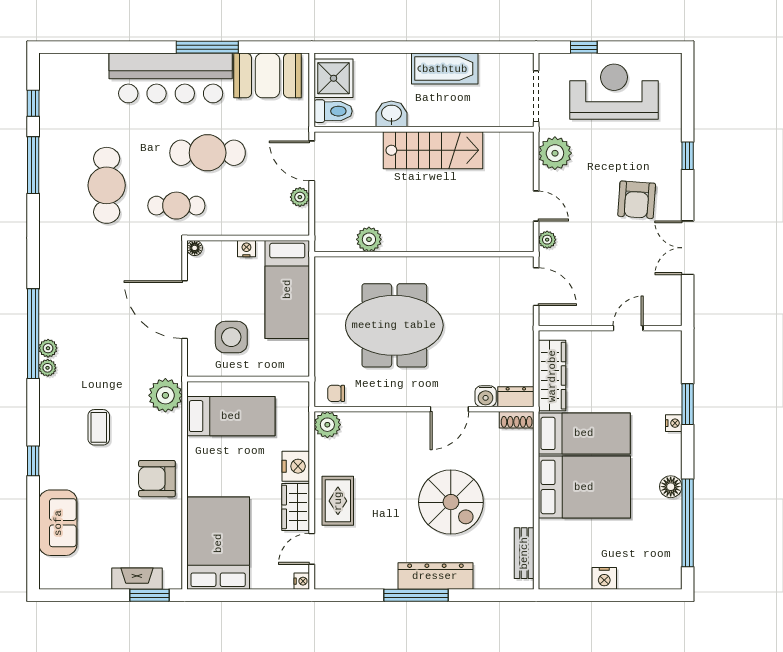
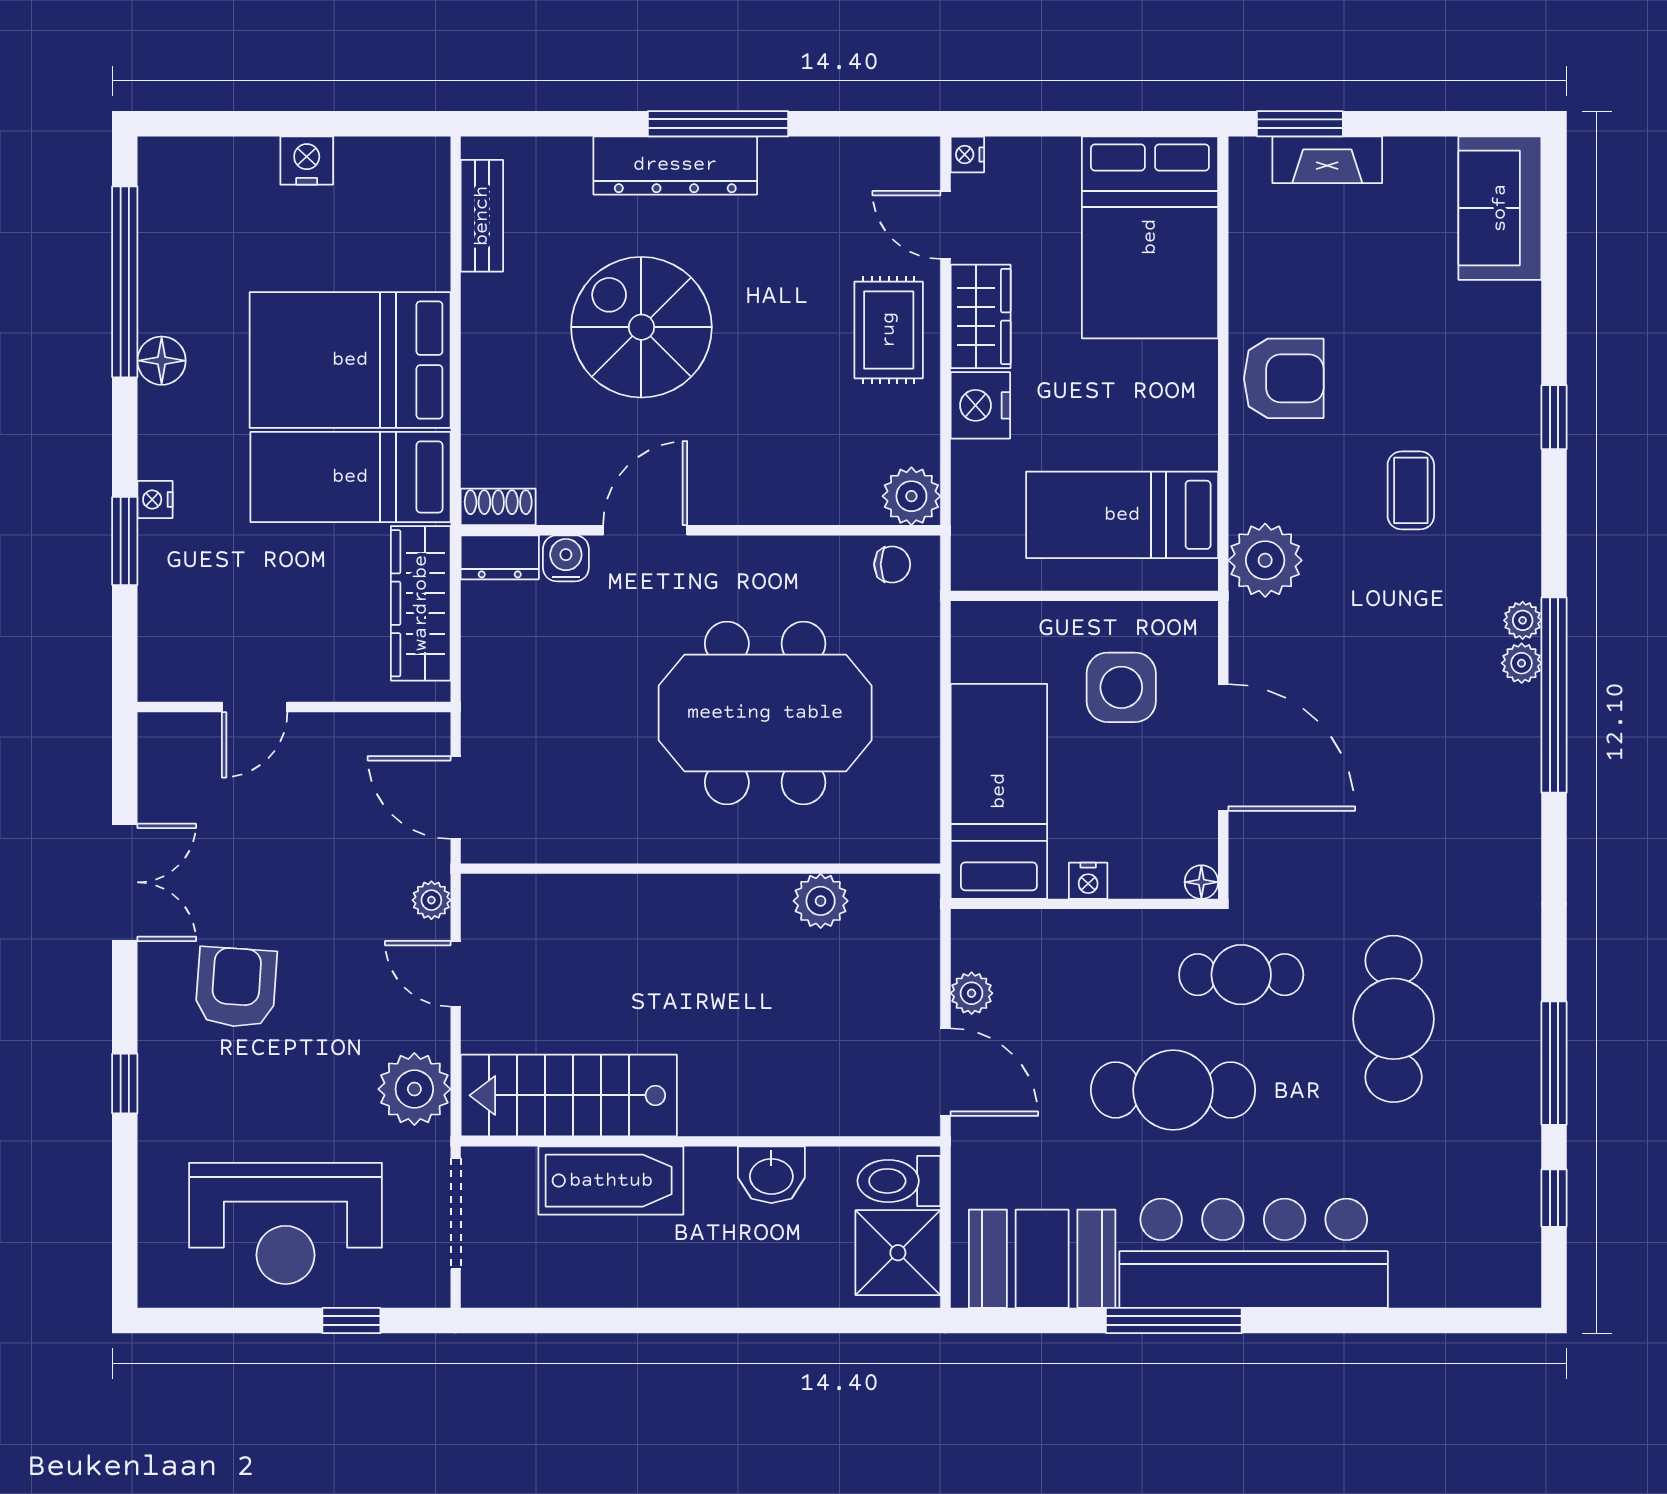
bathtub: (445, 69) -> (611, 1181), moved, turned 180
stairs: (433, 150) -> (569, 1095), moved
sofa: (58, 523) -> (1500, 208), moved
door: (312, 549) -> (945, 225), swing flipped

